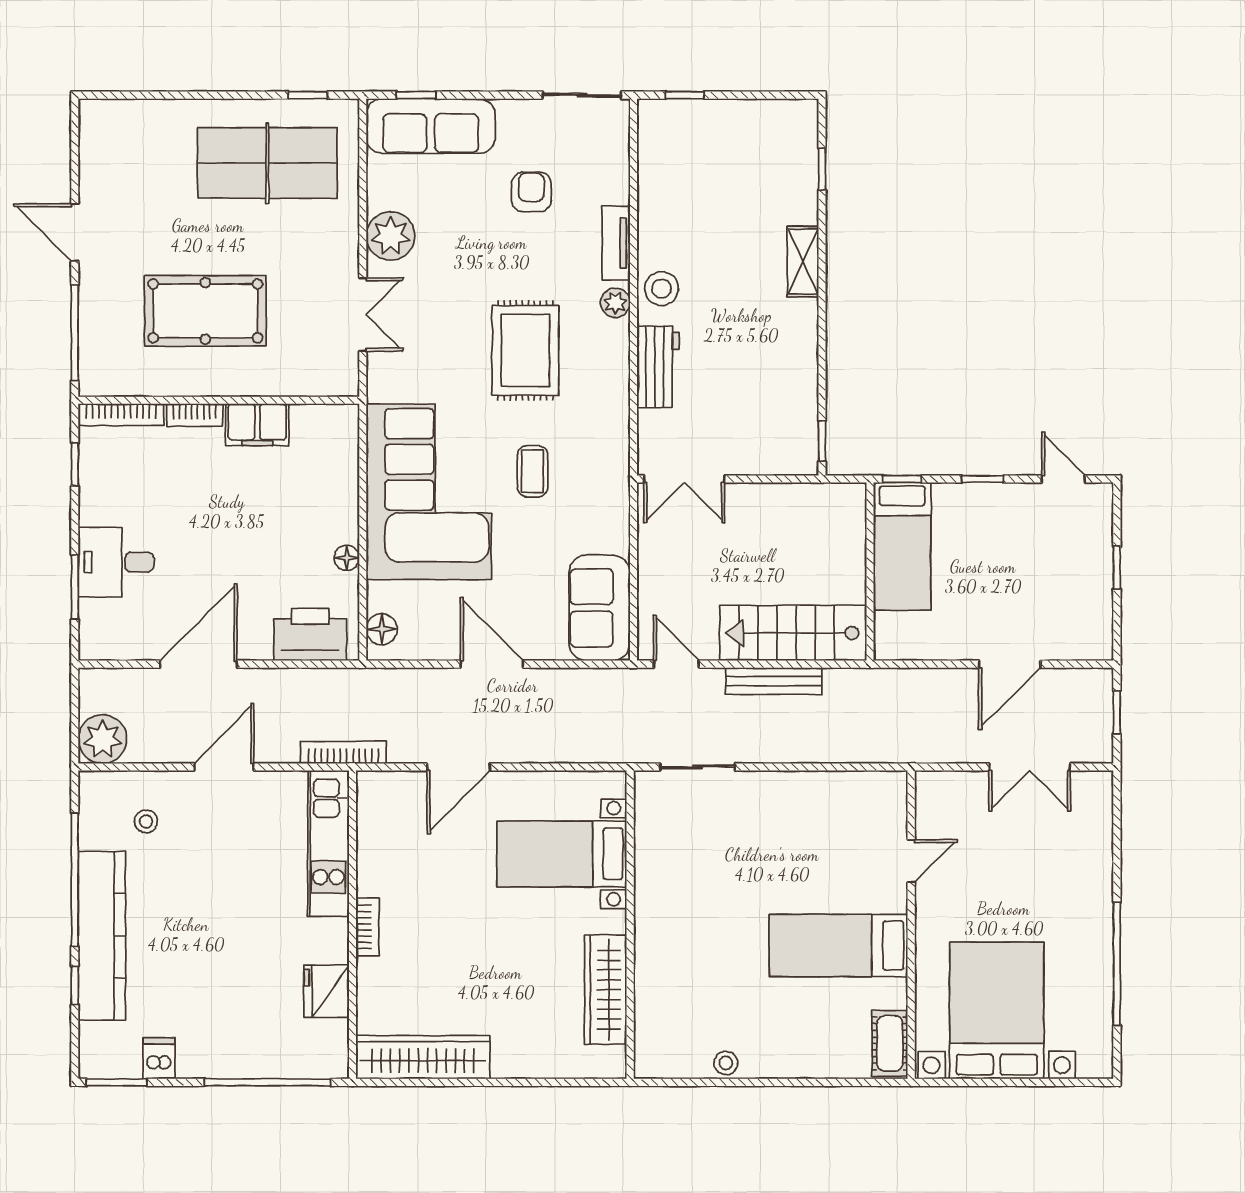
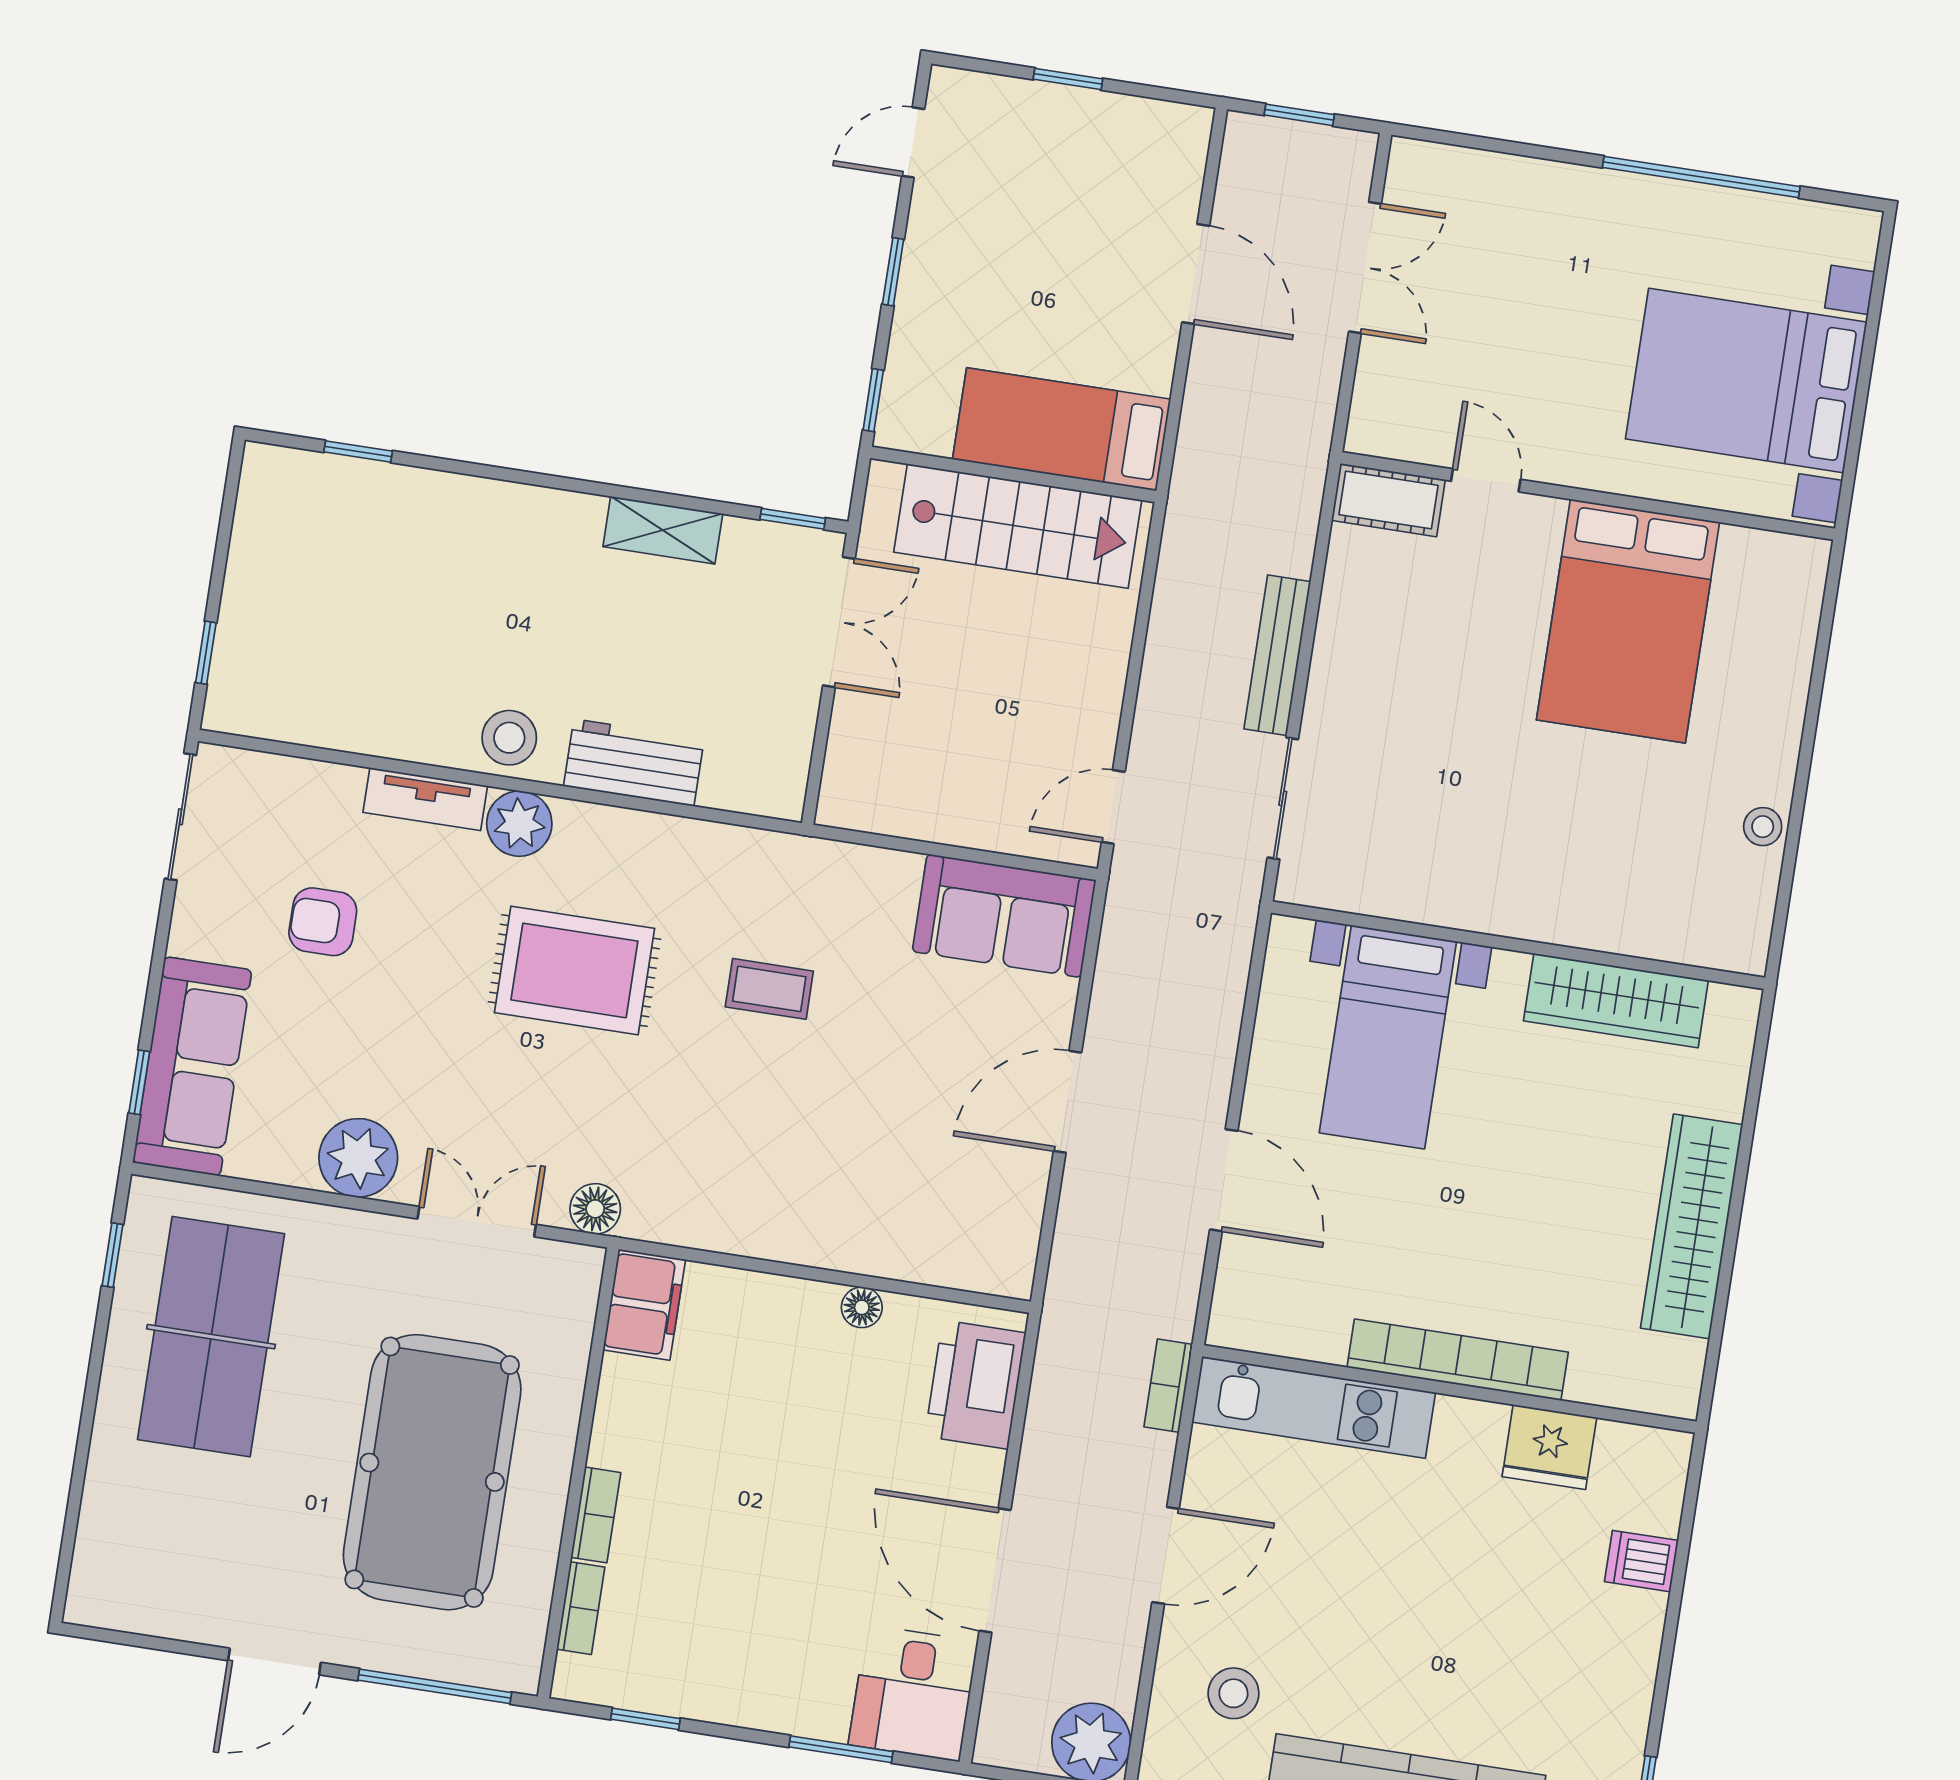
shelving: (803, 262) -> (663, 530), moved
plant: (615, 303) -> (519, 824), width x1.38, depth x1.38
pool table: (205, 311) -> (432, 1472), width x1.36, depth x1.32
bookcase: (121, 415) -> (581, 1608), width x0.64
filing cabinet: (257, 425) -> (644, 1305), moved
double door: (684, 479) -> (839, 622), moved
corner sofa: (429, 492) -> (777, 1160), removed
bed: (902, 546) -> (1062, 429), moved, turned 180
desk: (116, 562) -> (913, 1693), moved
floor lamp: (382, 629) -> (595, 1209), moved
stairs: (793, 633) -> (1018, 526), moved, turned -90
bench: (774, 681) -> (1277, 655), moved
bookcase: (343, 753) -> (1168, 1386), width x0.64
door: (224, 767) -> (1166, 1555), swing flipped
stool: (146, 822) -> (1233, 1693), width x1.37, depth x1.37
bookcase: (367, 927) -> (1458, 1360), width x2.31, depth x1.31
bed: (839, 946) -> (1628, 621), width x1.50
cot: (890, 1043) -> (1388, 500), moved
wardrobe: (423, 1057) -> (1692, 1226), moved
dishwasher: (159, 1058) -> (1641, 1561), moved
window: (268, 1082) -> (1680, 1564), removed

